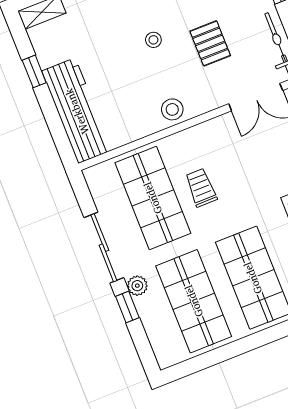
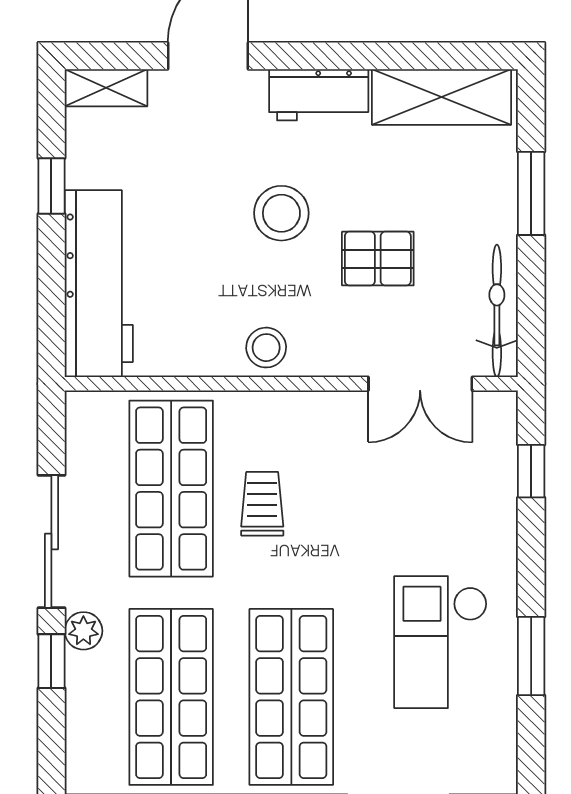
stool: (153, 40) -> (281, 213), width x1.89, depth x1.89
pallet: (210, 43) -> (378, 259), turned 90

